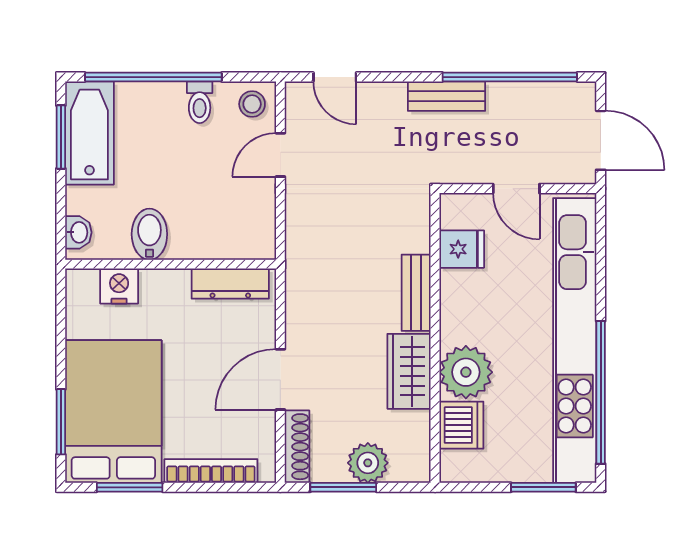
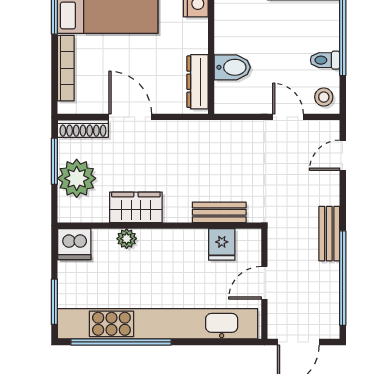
bidet: (149, 234) -> (232, 67), moved
bench: (416, 293) -> (219, 212), moved
plant: (466, 372) -> (127, 239), width x0.53, depth x0.53
dishwasher: (461, 425) -> (74, 244), moved
plant: (368, 463) -> (77, 178), width x1.36, depth x1.36

